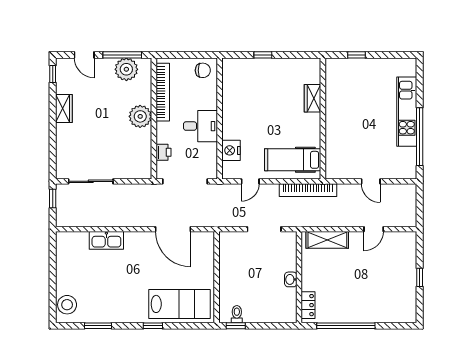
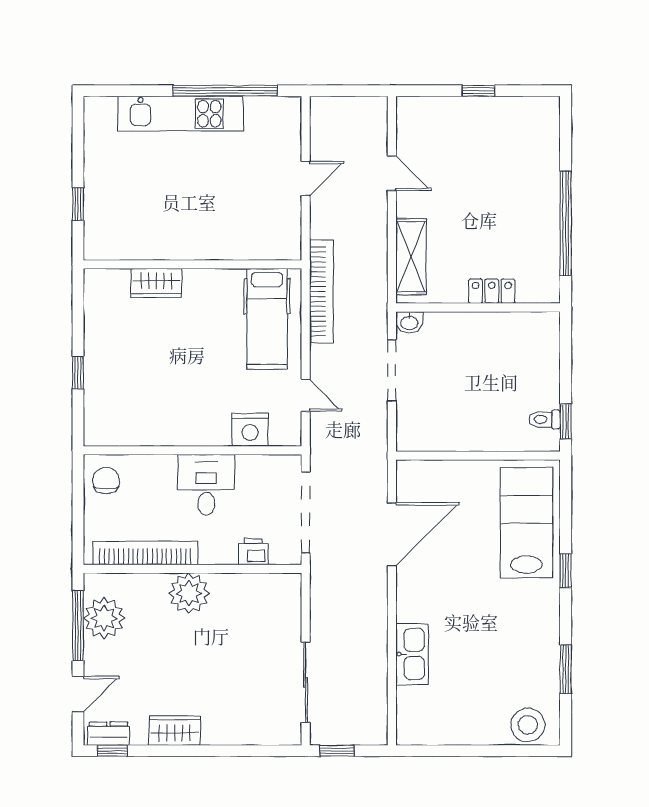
dresser: (62, 72) -> (109, 734), added
washbasin: (291, 279) -> (409, 322), moved
locker: (308, 305) -> (492, 291), moved

